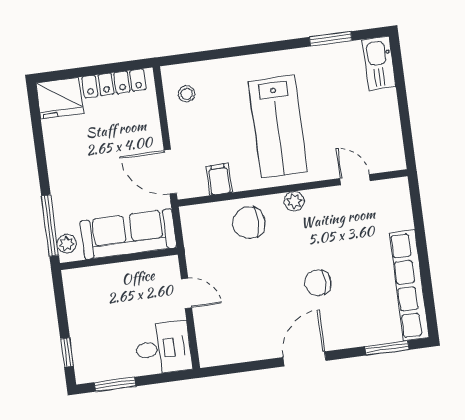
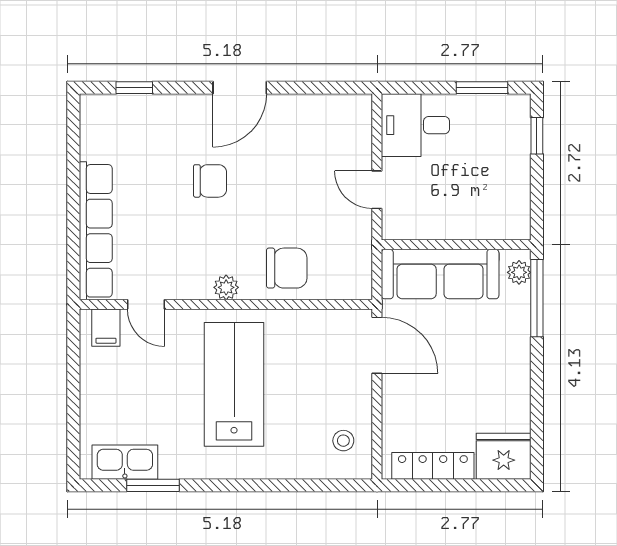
kitchen sink: (379, 63) -> (125, 462), moved, turned -90
filing cabinet: (219, 179) -> (106, 328), moved
row of seats: (409, 285) -> (96, 231), moved
window: (387, 348) -> (134, 88), width x0.67

